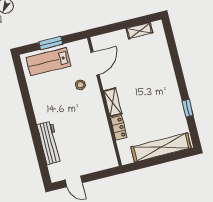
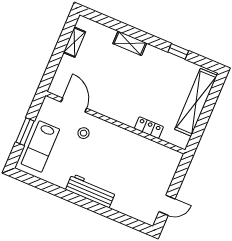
shelving: (113, 102) -> (130, 43), moved
workbench: (49, 143) -> (91, 191), moved

